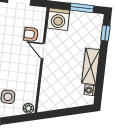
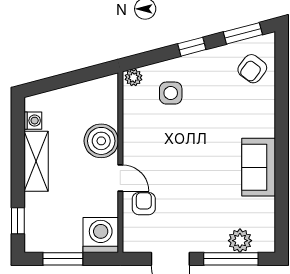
armchair: (31, 34) -> (144, 204), turned -90
boiler: (52, 74) -> (101, 141), added

